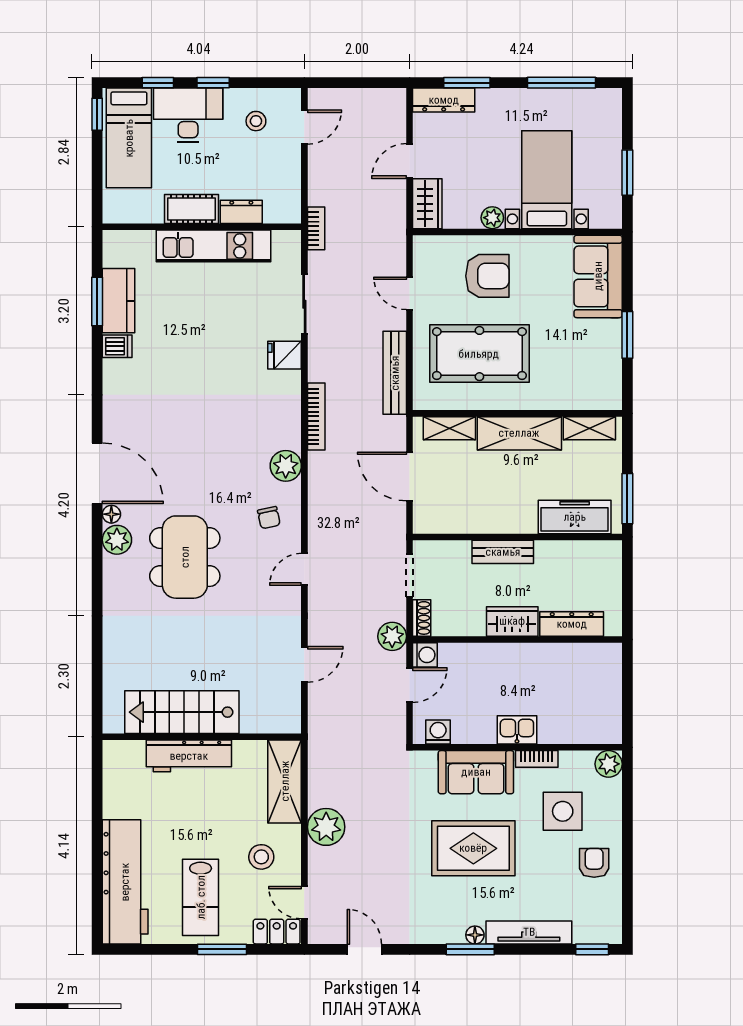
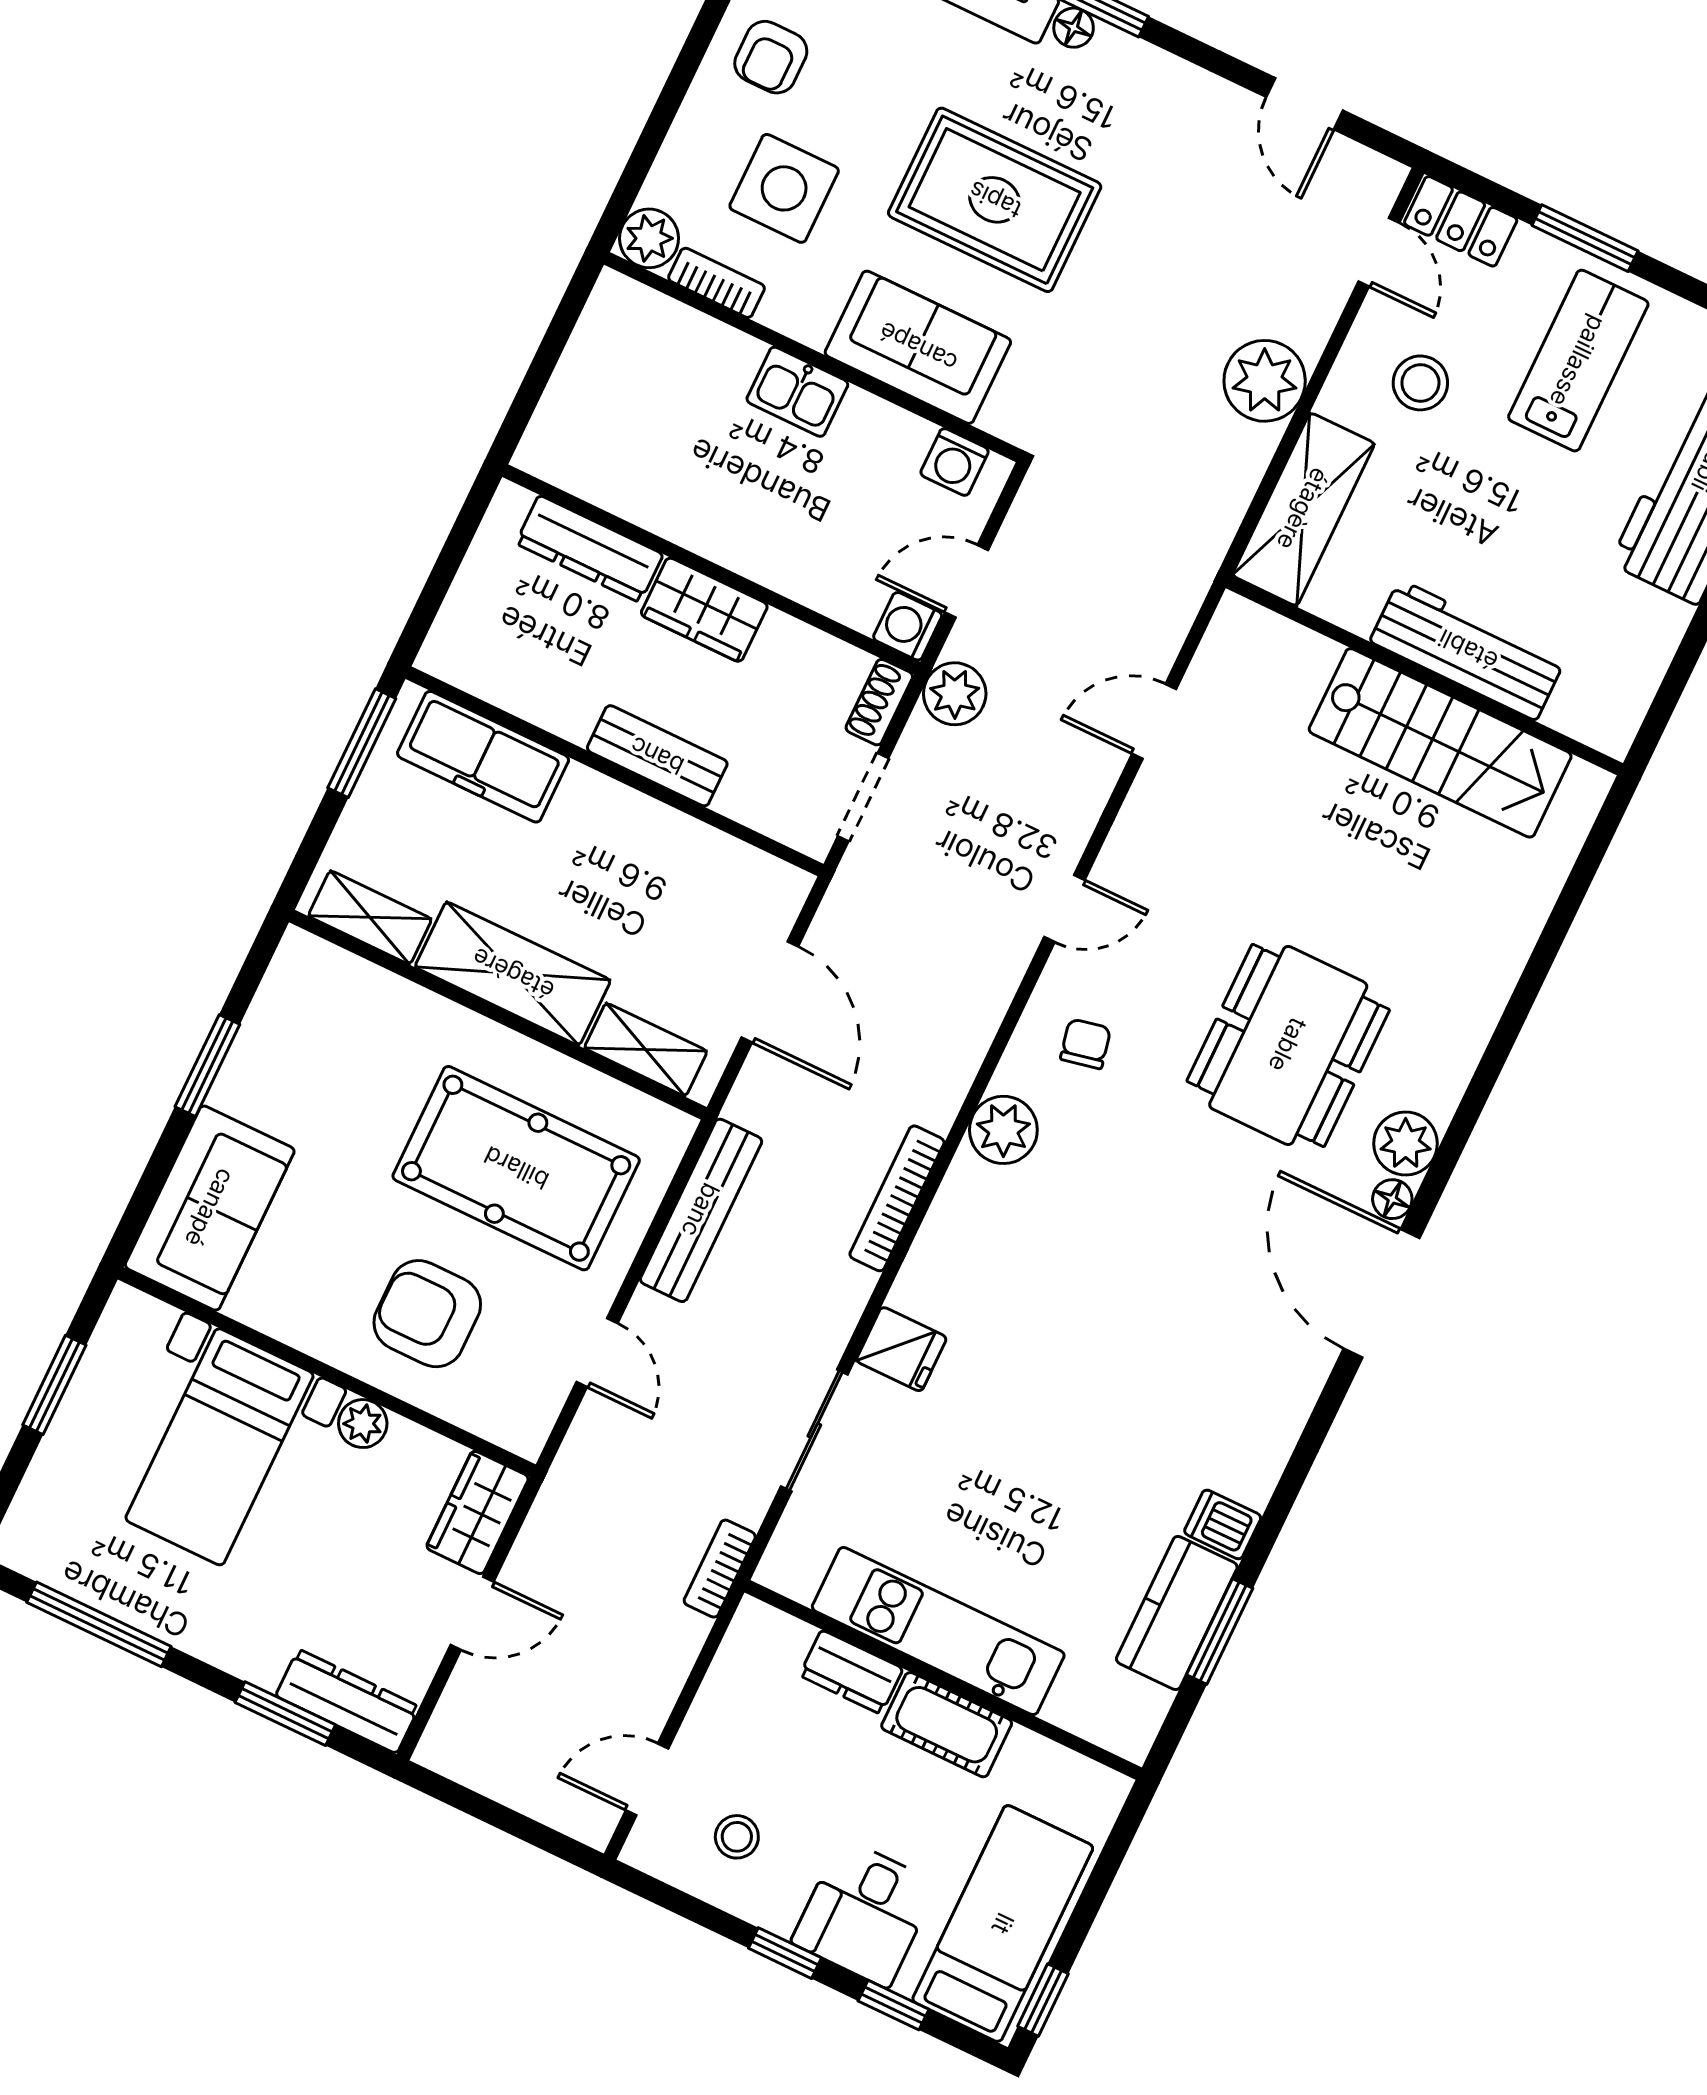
desk: (188, 115) -> (865, 1913), width x0.73
bookcase: (537, 759) -> (716, 283), moved

